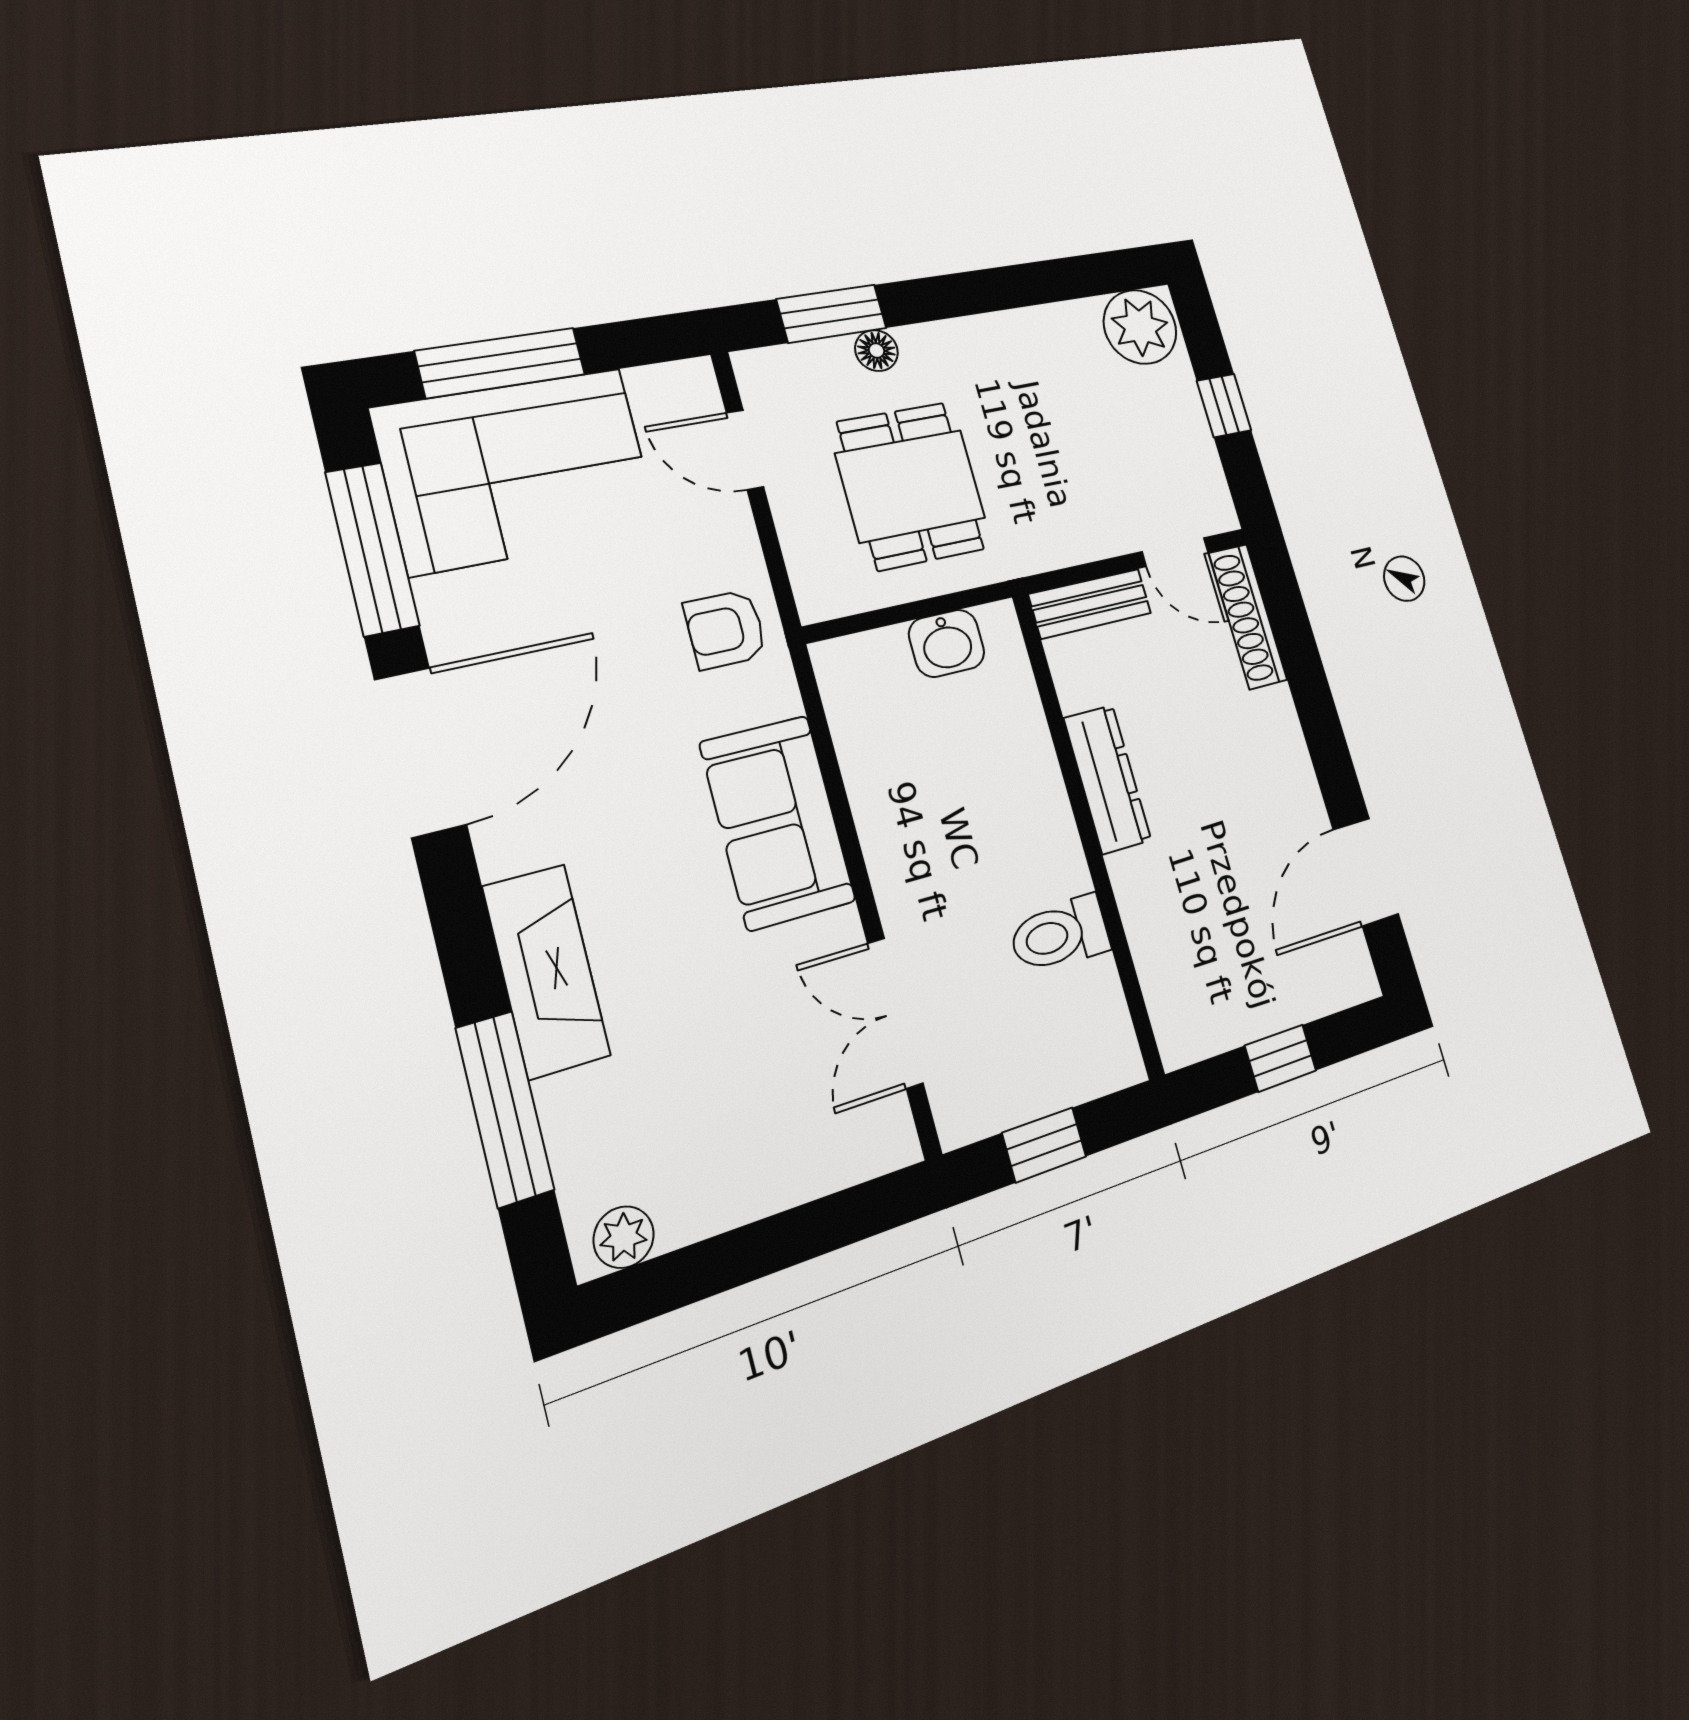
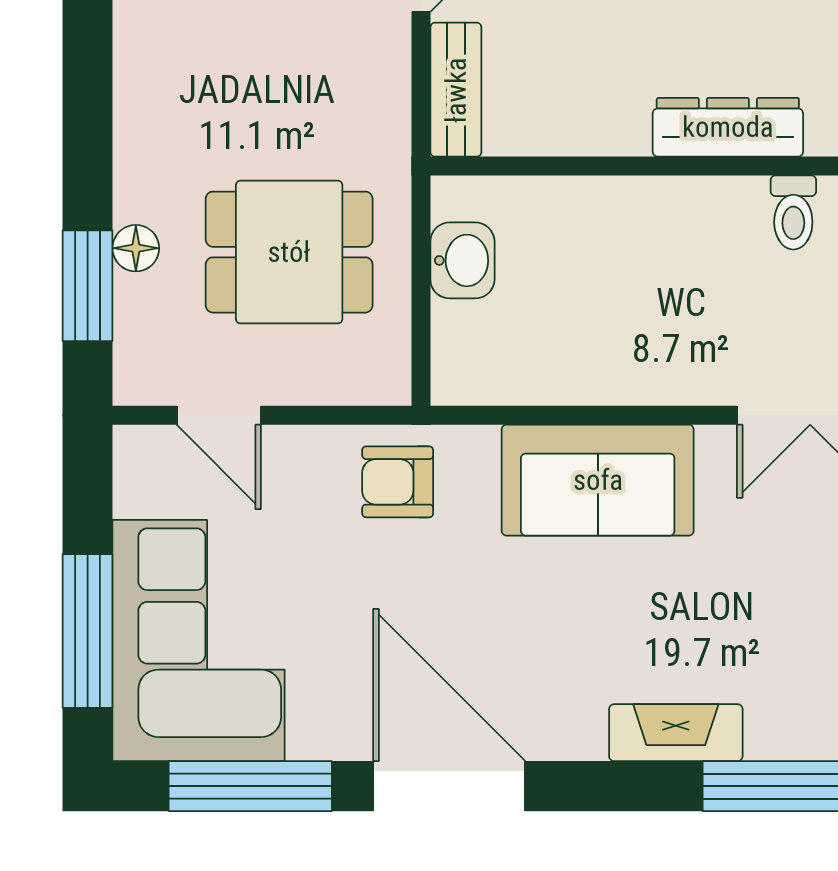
door: (745, 450) -> (219, 415), hinge flipped
armchair: (726, 629) -> (398, 482), turned 90
dresser: (1107, 779) -> (728, 127), moved
toilet: (1060, 934) -> (793, 212), width x0.73, depth x0.72
fireplace: (546, 971) -> (676, 733), width x0.73, depth x0.76

